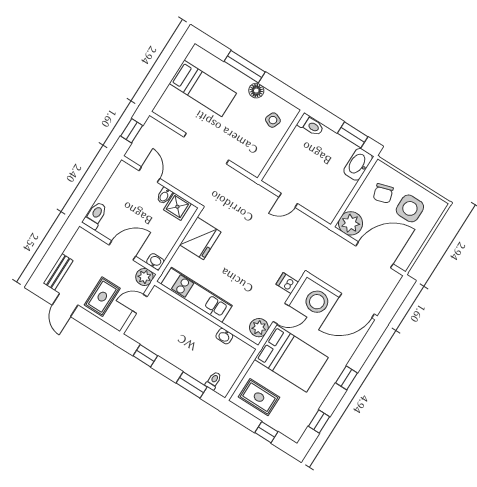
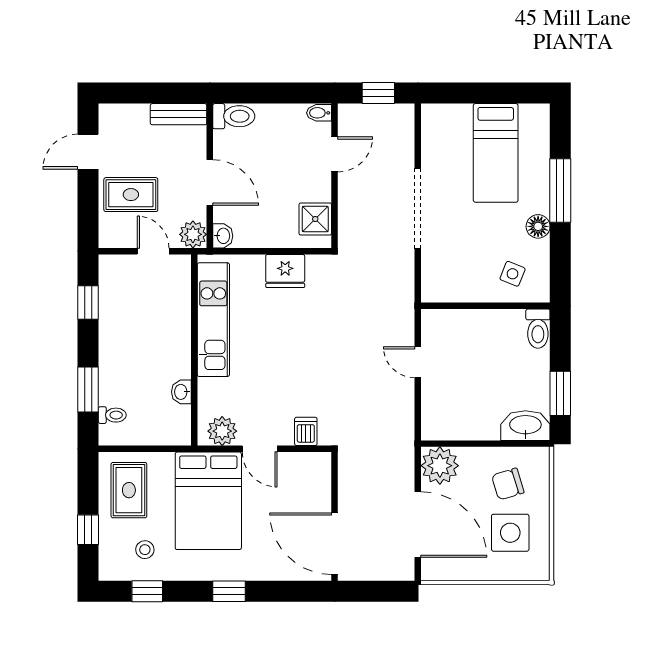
bidet: (164, 196) -> (319, 113), moved
fridge: (200, 238) -> (285, 271), width x0.73, depth x0.75
bench: (58, 272) -> (179, 114), moved
stool: (317, 302) -> (145, 550), moved, width x0.53, depth x0.53

